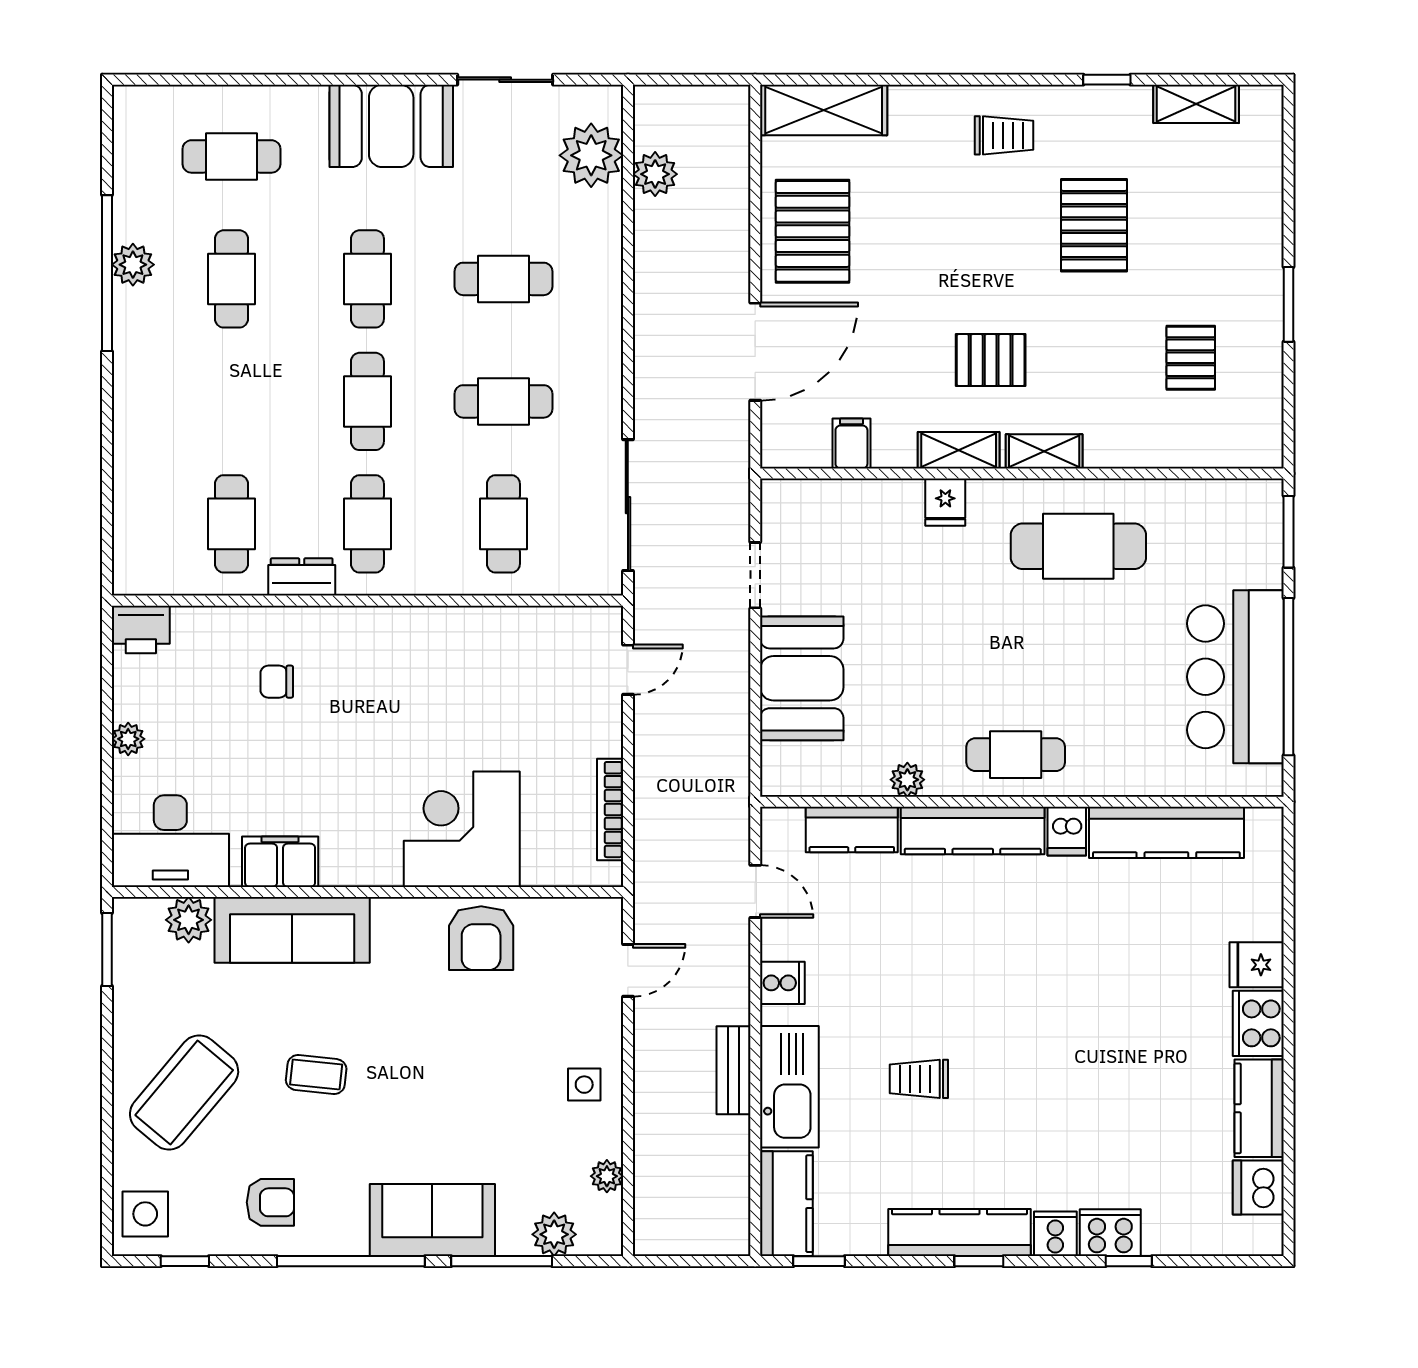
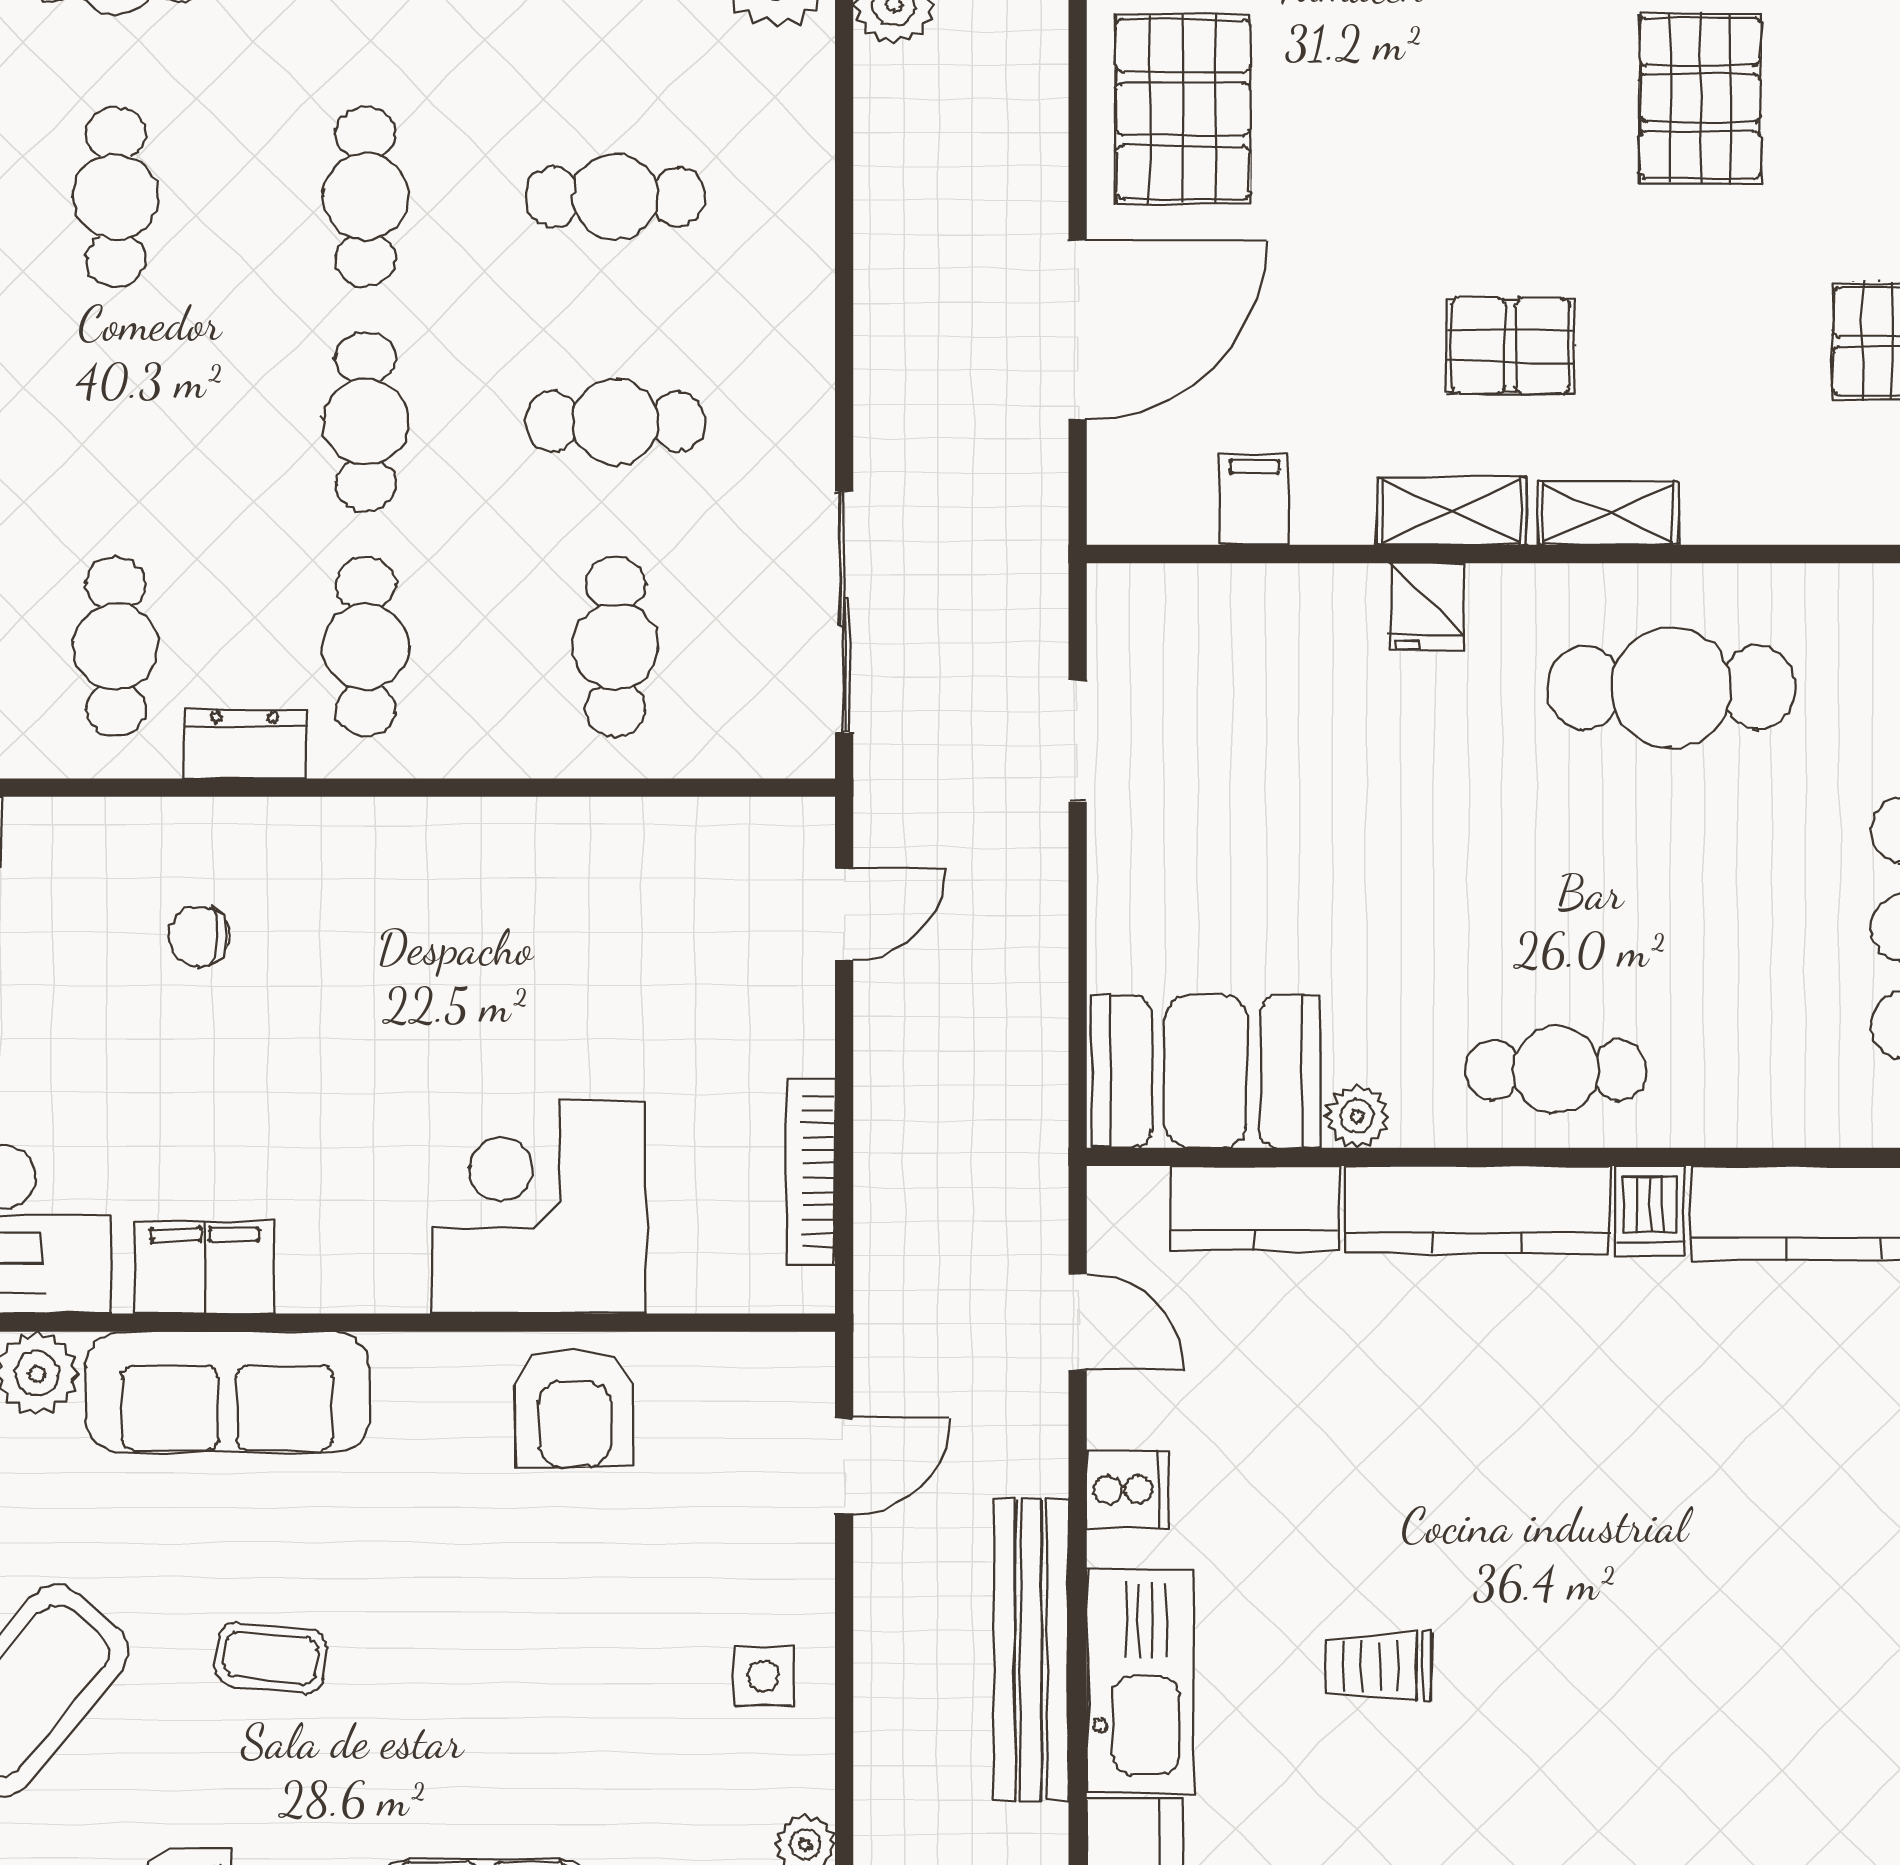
booth: (802, 678) -> (1206, 1071), moved, turned 90
bench: (733, 1070) -> (1031, 1650), width x1.86, depth x1.21

